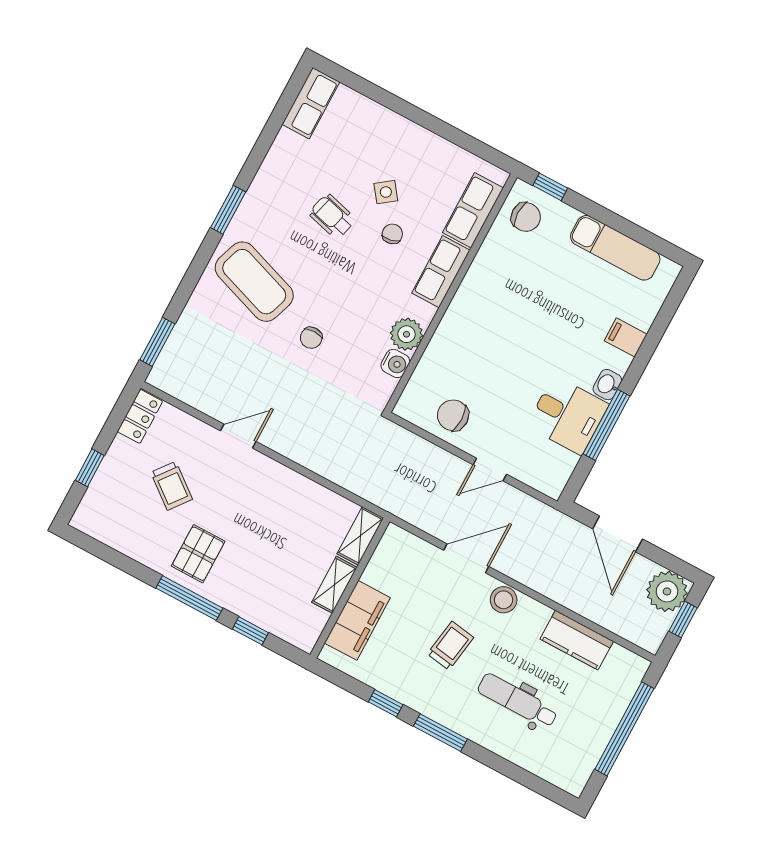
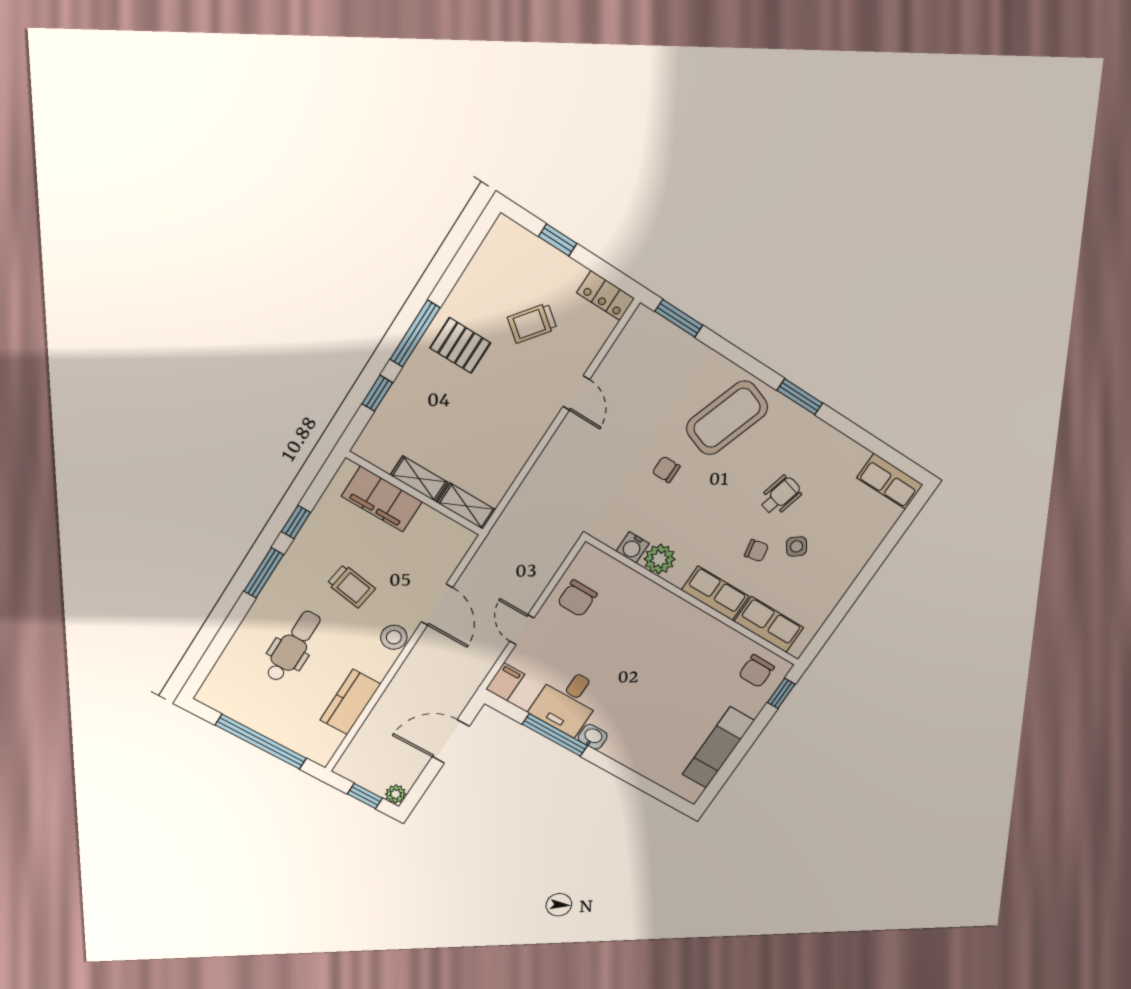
filing cabinet: (626, 337) -> (505, 682), moved
chair: (453, 415) -> (577, 598), turned 180
plant: (667, 591) -> (396, 794), width x0.53, depth x0.53

